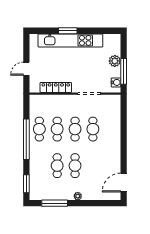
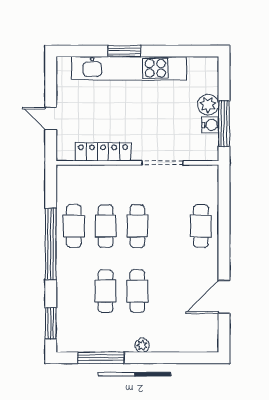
door: (26, 69) -> (51, 118), hinge flipped
water cooler: (116, 82) -> (210, 125), moved
cafe table: (93, 129) -> (201, 226), moved
door: (124, 183) -> (224, 297), moved

